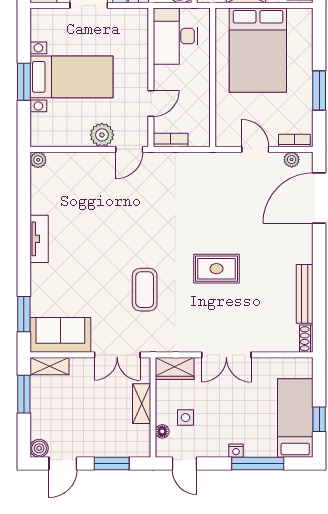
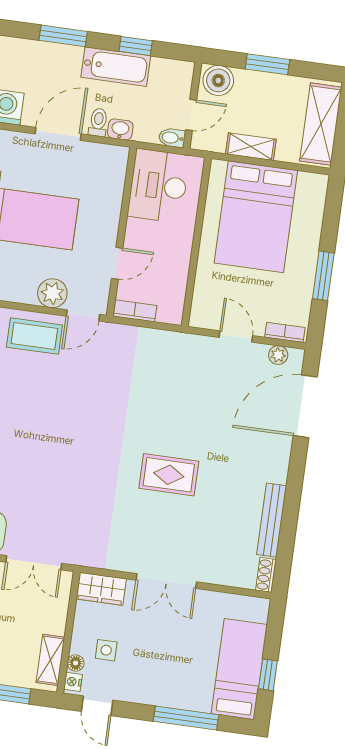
coffee table: (145, 290) -> (34, 336), moved, turned 90
shelving: (142, 404) -> (50, 660), moved
nightstand: (236, 451) -> (73, 682), moved, turned 90

